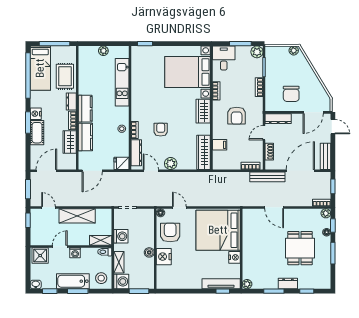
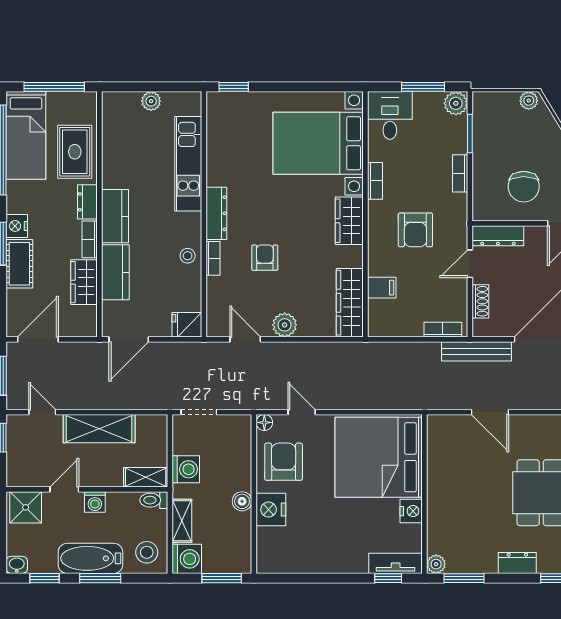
dresser: (136, 153) -> (216, 213), moved
tv unit: (221, 284) -> (396, 563), width x0.71
window: (274, 291) -> (464, 578), moved

